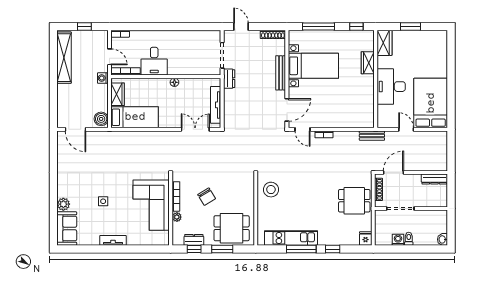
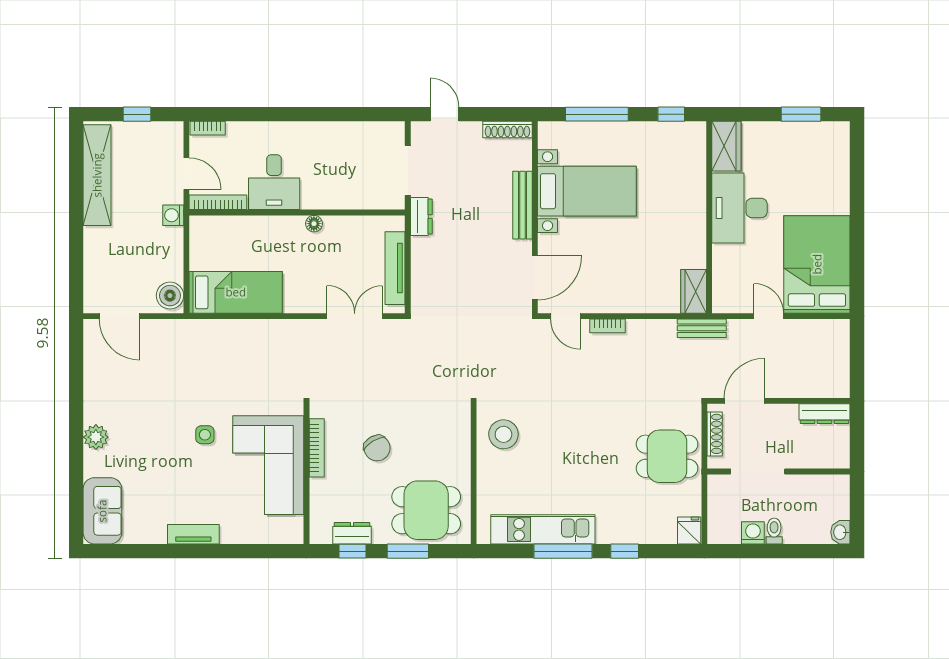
window: (411, 26) -> (801, 114), moved
wardrobe: (368, 63) -> (694, 291), moved
desk: (391, 87) -> (739, 208), moved
wardrobe: (118, 94) -> (202, 247), removed
side table: (103, 201) -> (205, 435), moved
plant: (63, 204) -> (96, 437), moved
plant: (177, 217) -> (319, 488), removed

